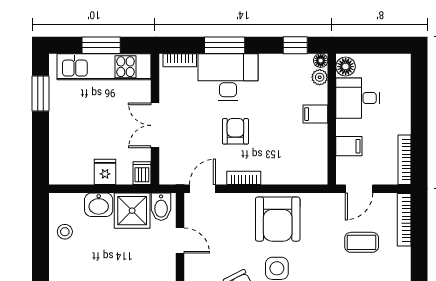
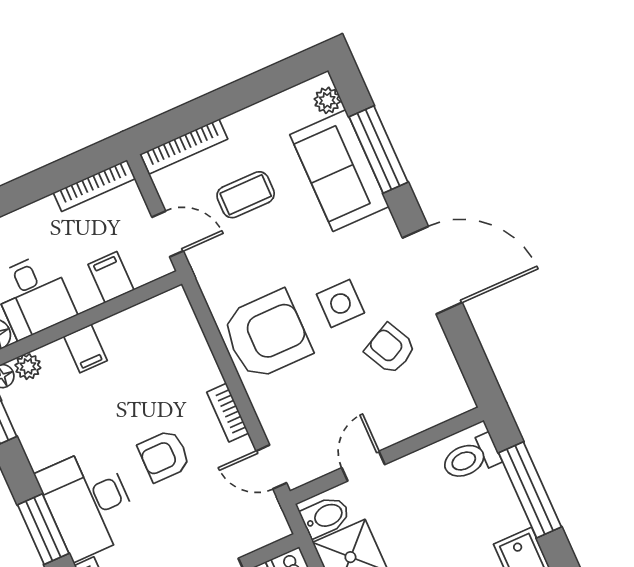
coffee table: (362, 242) -> (246, 195), turned 90

